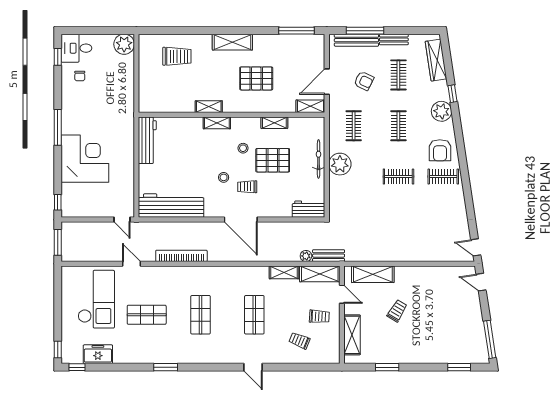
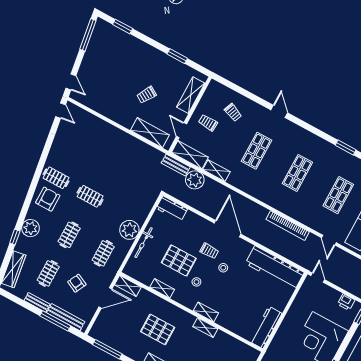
printer: (80, 210) -> (346, 302), added
plant: (306, 256) -> (195, 180), width x1.88, depth x1.88
shop shelf: (147, 315) -> (338, 195), turned 90

